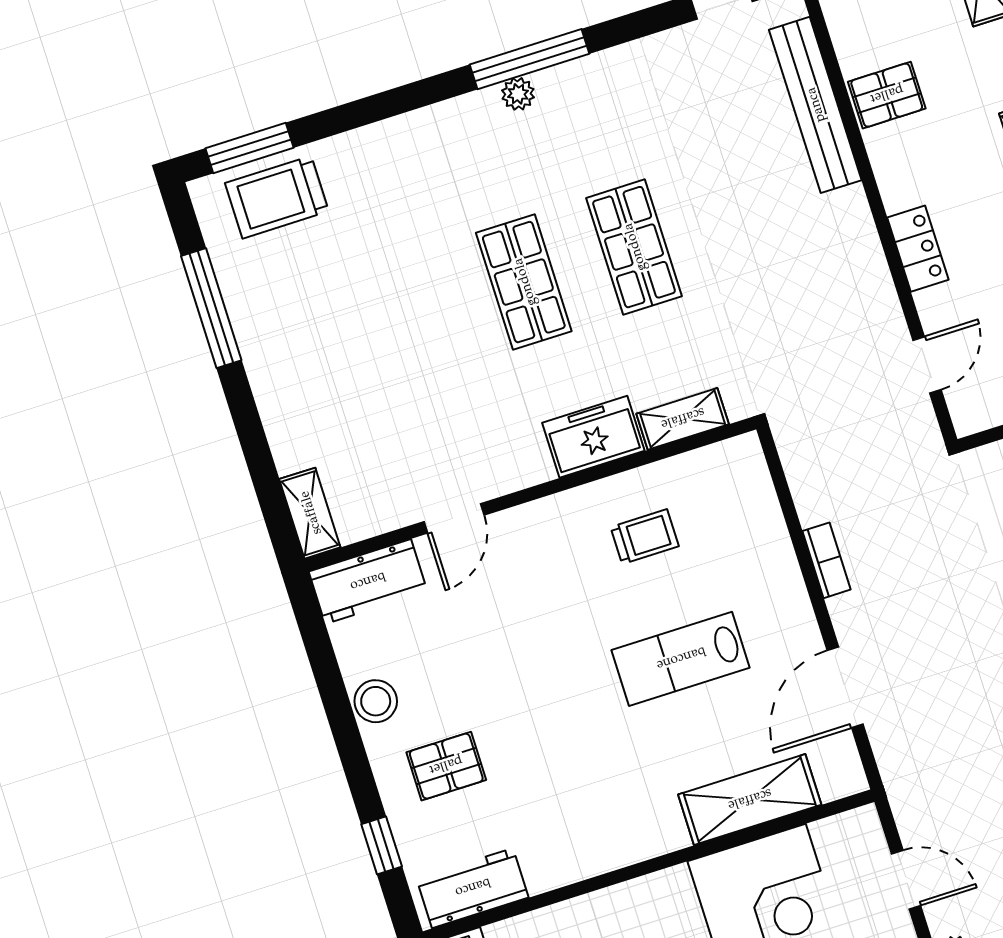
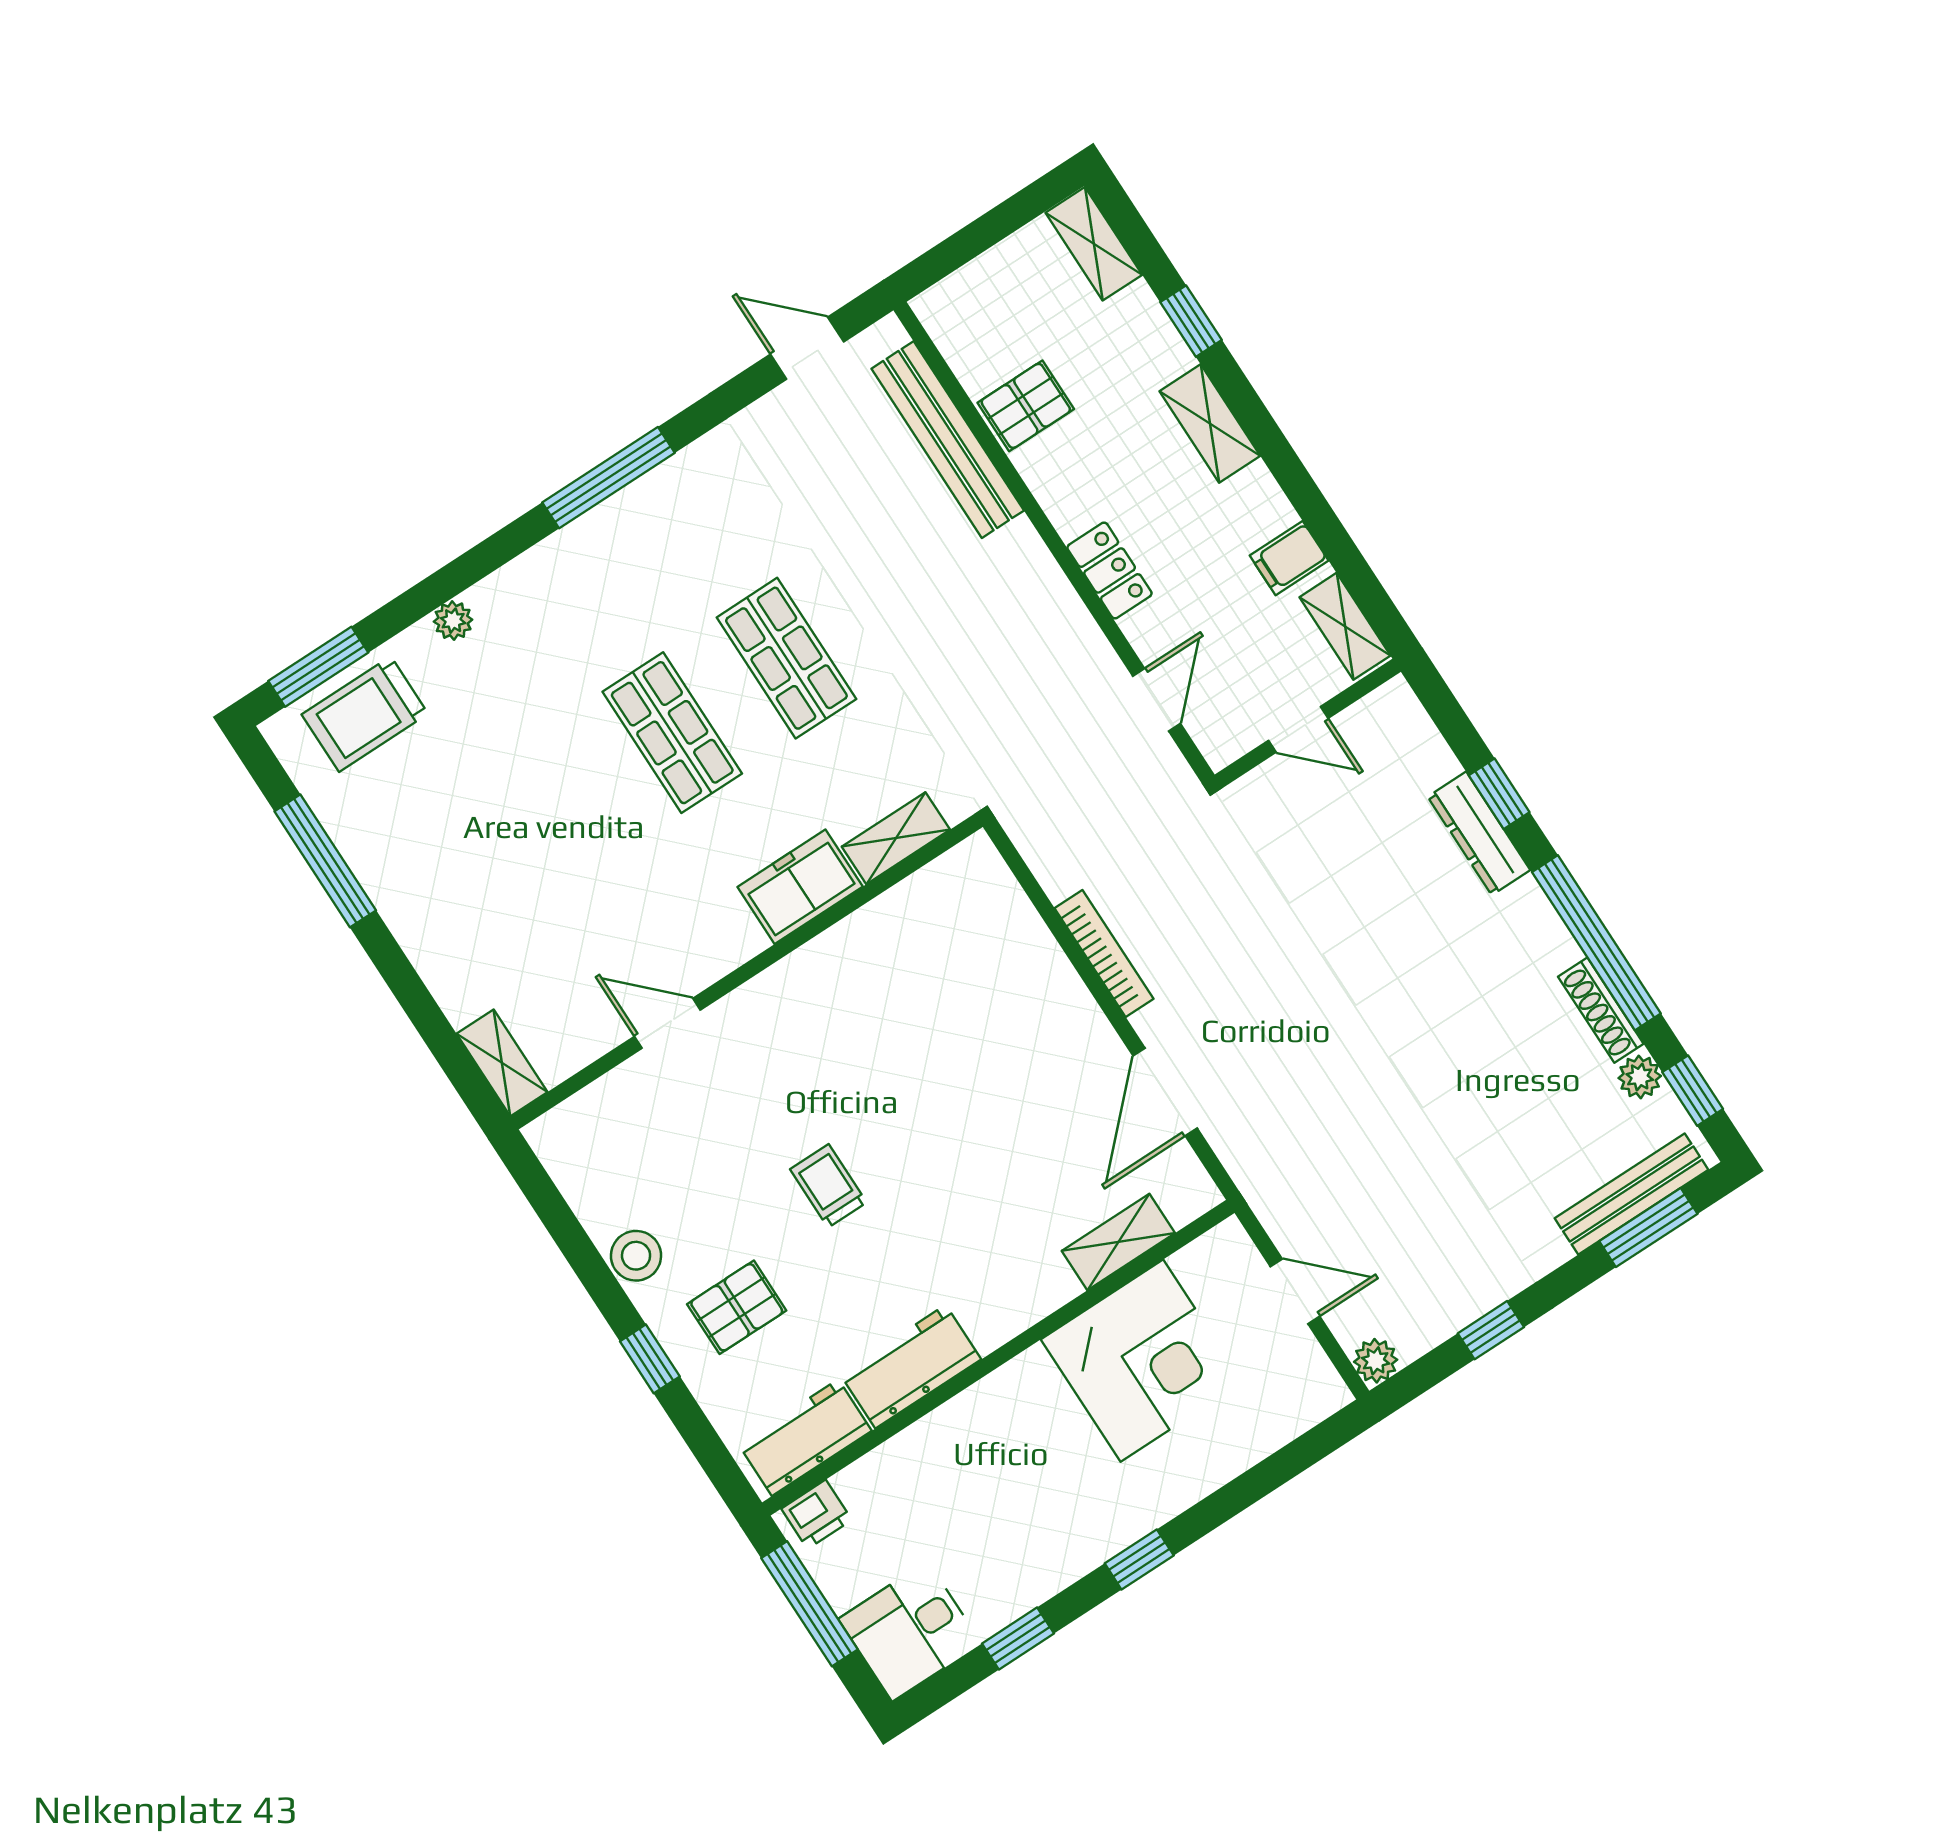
plant: (518, 94) -> (453, 621), moved
door: (454, 518) -> (667, 1023), swing flipped
trolley: (645, 537) -> (828, 1186), moved, turned -90
bookcase: (827, 560) -> (1104, 954), width x1.56
workbench: (368, 582) -> (910, 1367), moved, turned 180
lab bench: (681, 659) -> (969, 1112), removed
shelving: (750, 800) -> (1118, 1242), width x0.67, depth x0.75
window: (382, 845) -> (650, 1359), moved

